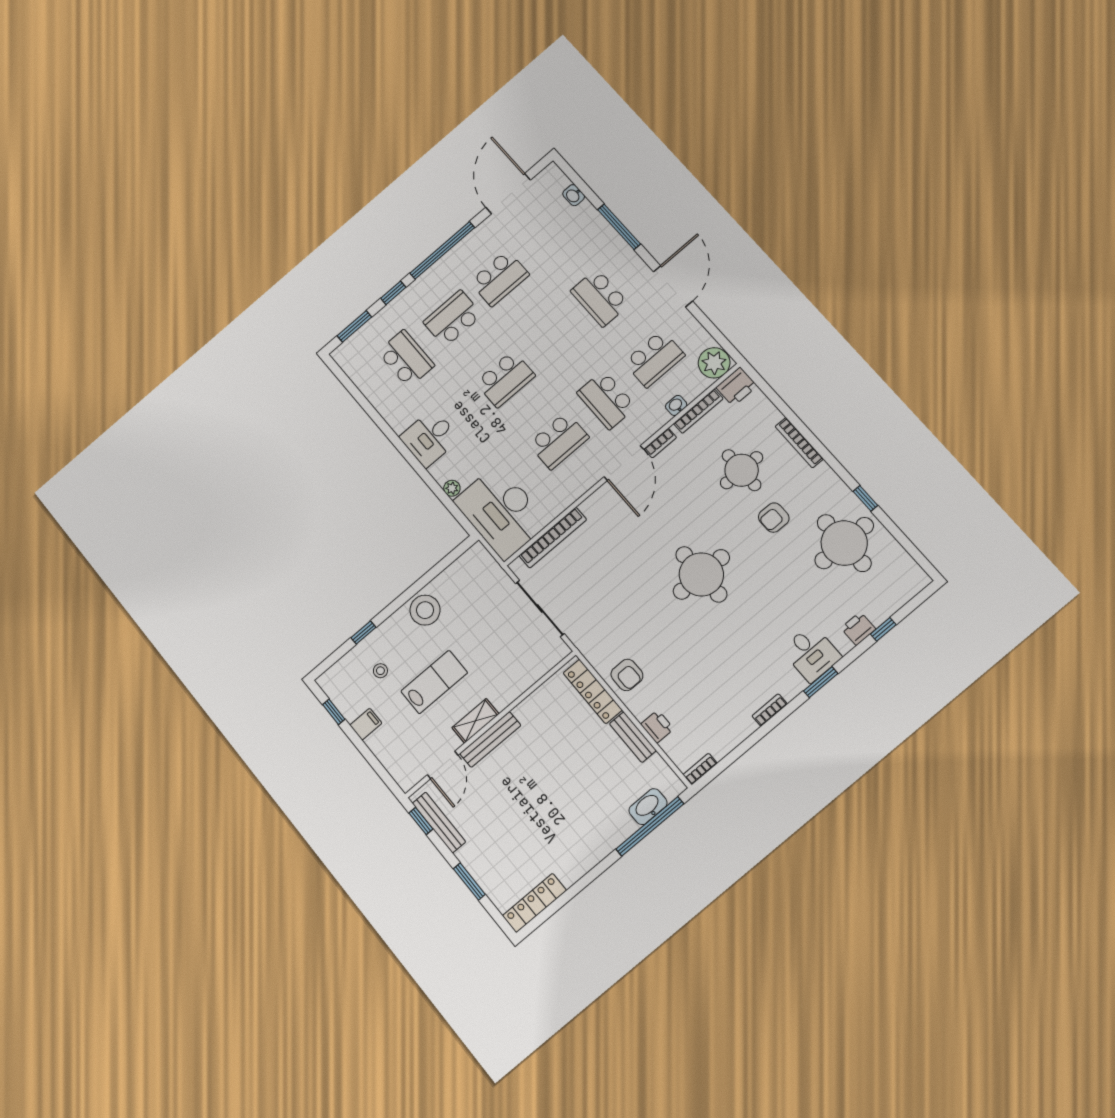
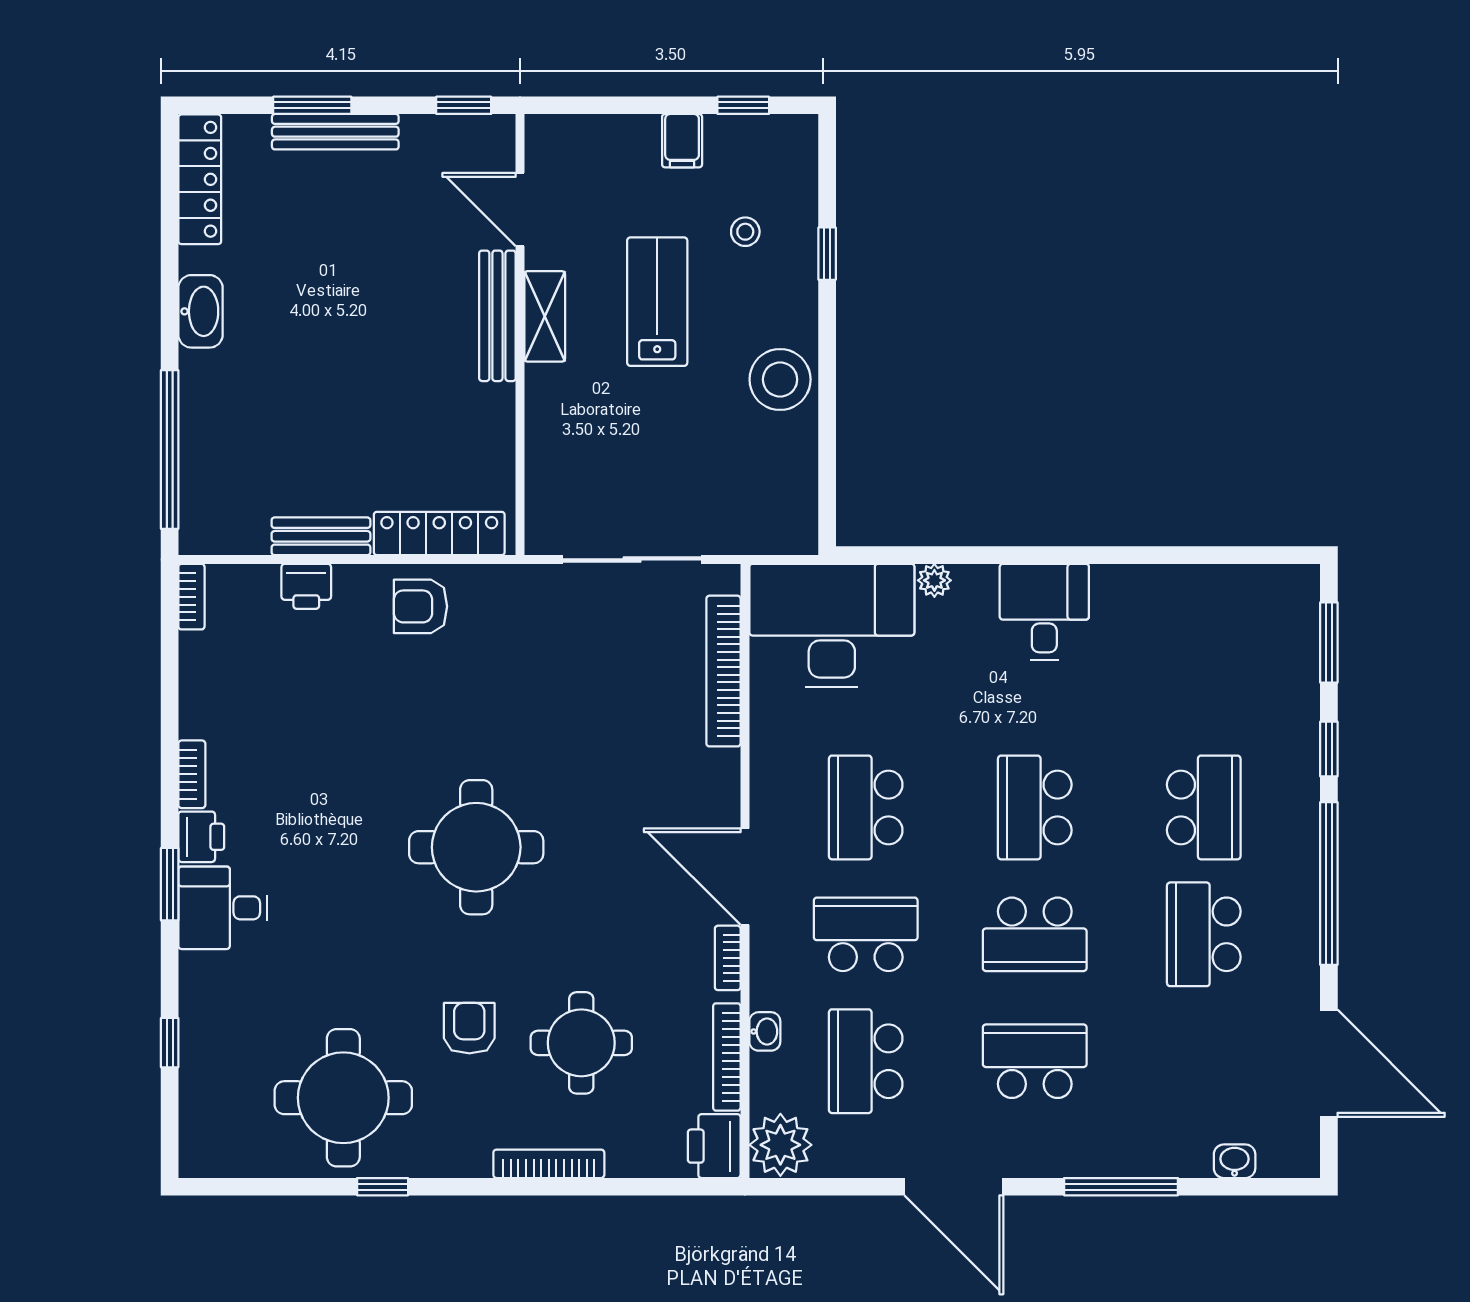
school desk: (406, 359) -> (1035, 934), moved
printer: (858, 629) -> (201, 837), moved
lab bench: (434, 682) -> (657, 302), turned 180
washbasin: (648, 807) -> (200, 311), moved
bench: (439, 822) -> (335, 132), moved

